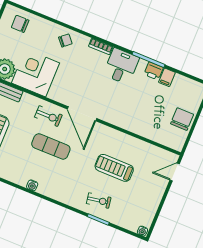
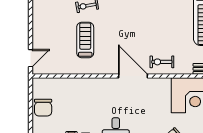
exercise mat: (51, 146) -> (149, 36), removed
treadmill: (114, 168) -> (85, 40), turned -90

